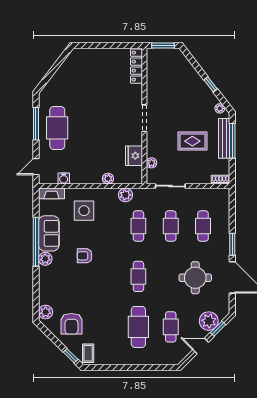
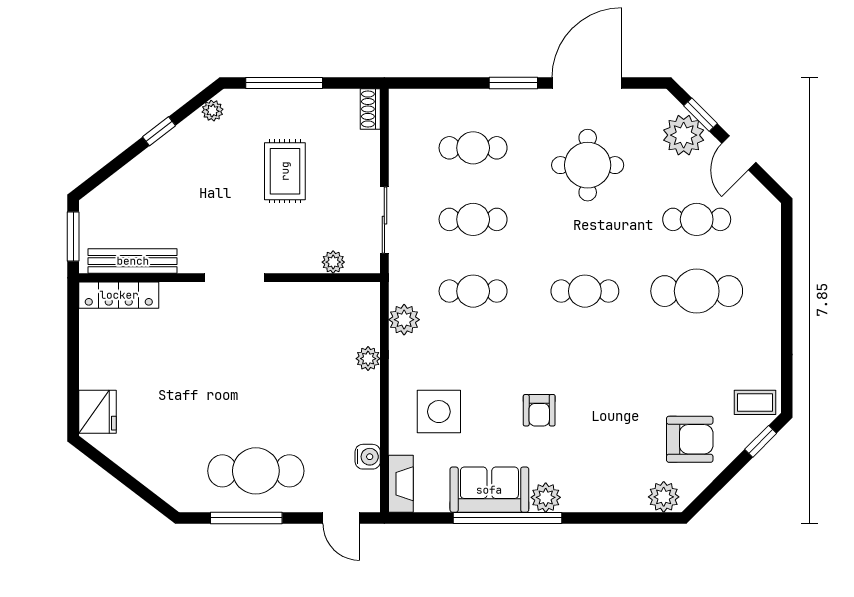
bench: (224, 138) -> (133, 261), moved
fridge: (134, 156) -> (97, 412), moved, turned -90

